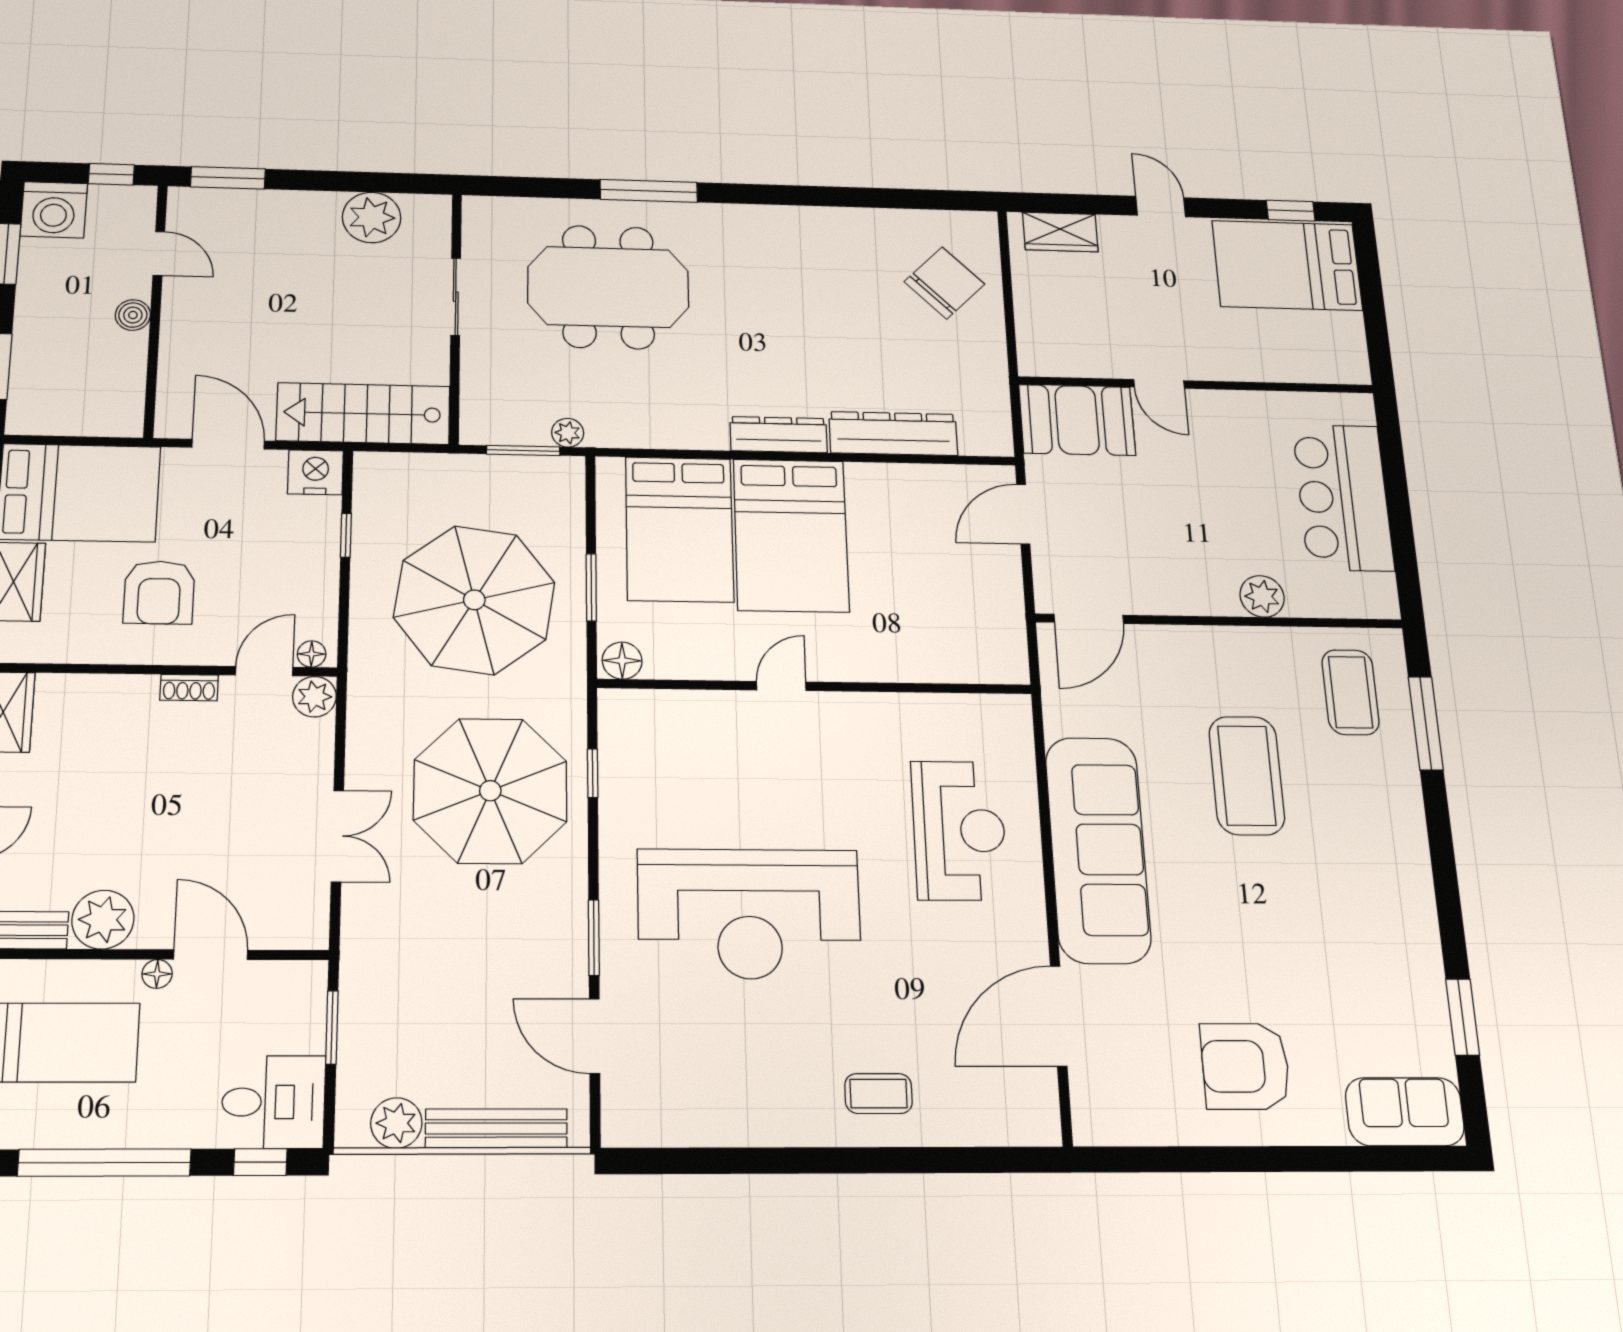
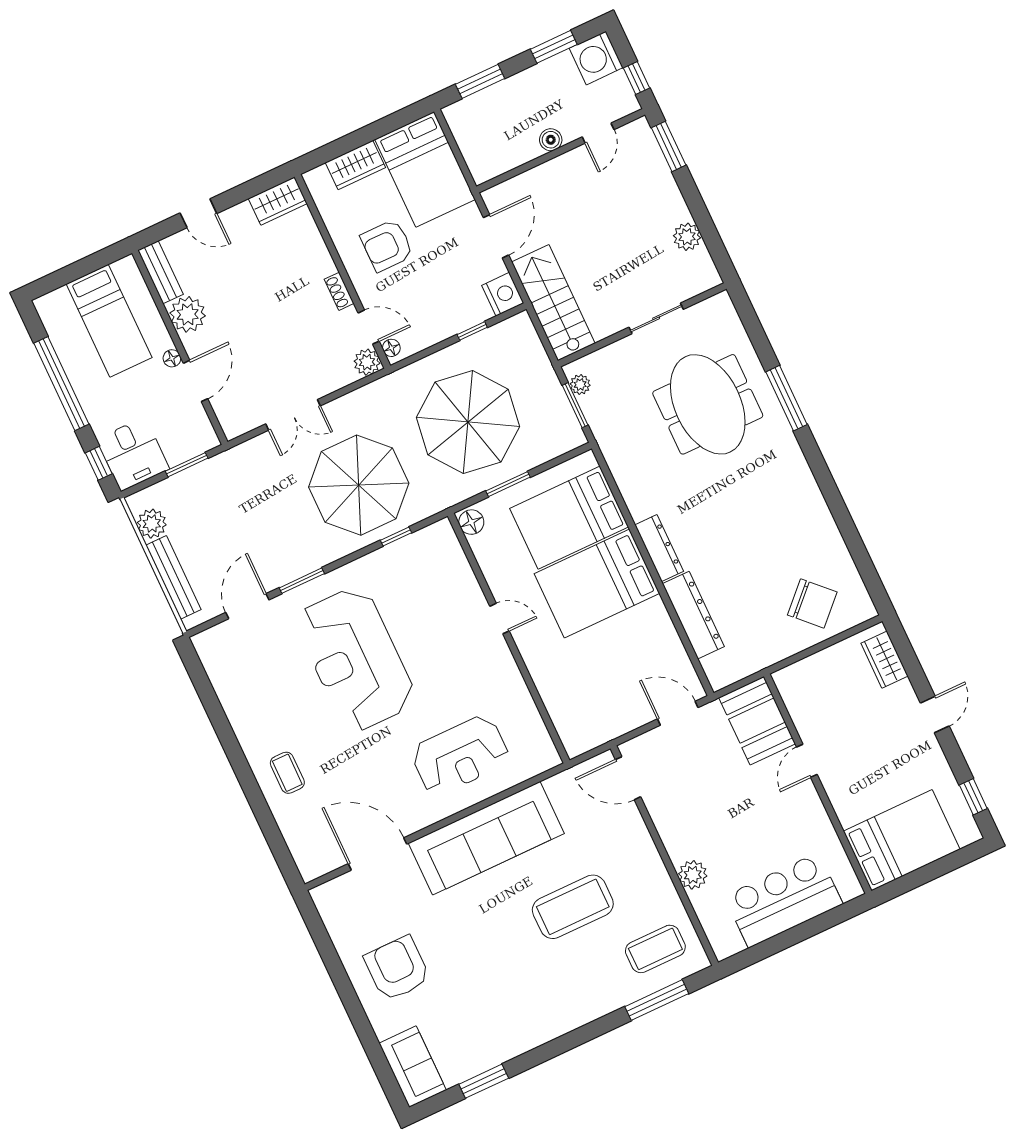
plant: (372, 217) -> (687, 237), width x0.73, depth x0.73
bed: (1287, 265) -> (902, 840), moved, turned 90
plant: (568, 433) -> (580, 385), moved

